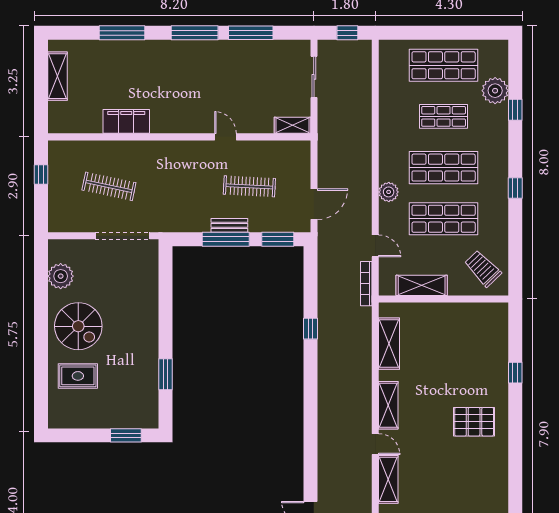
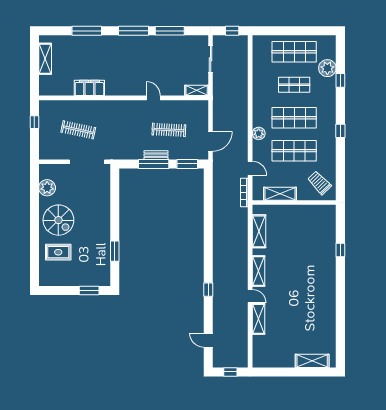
window: (311, 329) -> (208, 290), moved
pallet: (474, 422) -> (314, 282), removed

